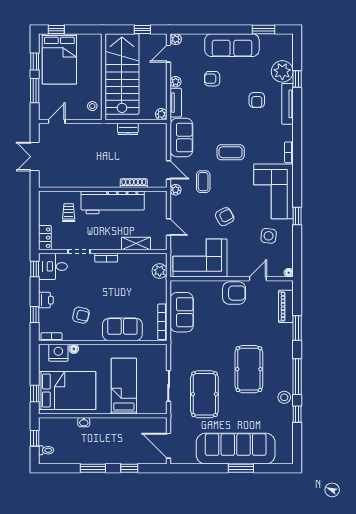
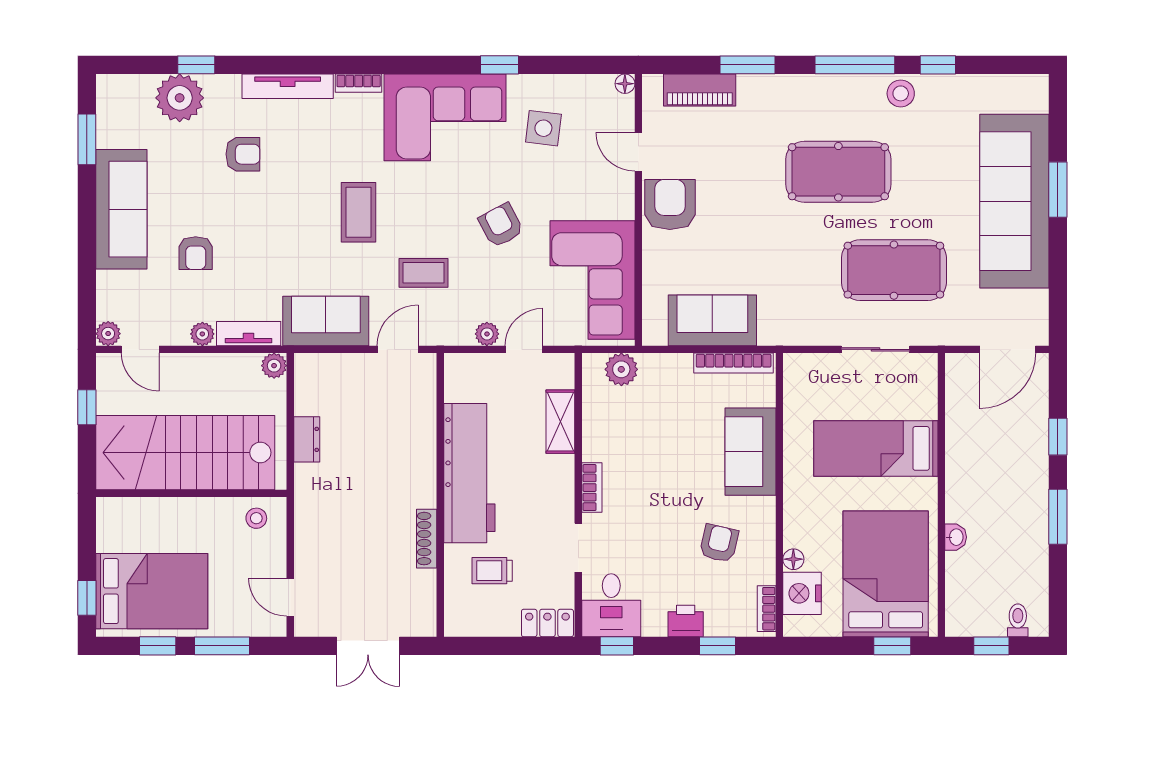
tv unit: (288, 104) -> (288, 86), moved
shoe rack: (134, 183) -> (427, 539), moved
plant: (176, 190) -> (487, 334), moved

